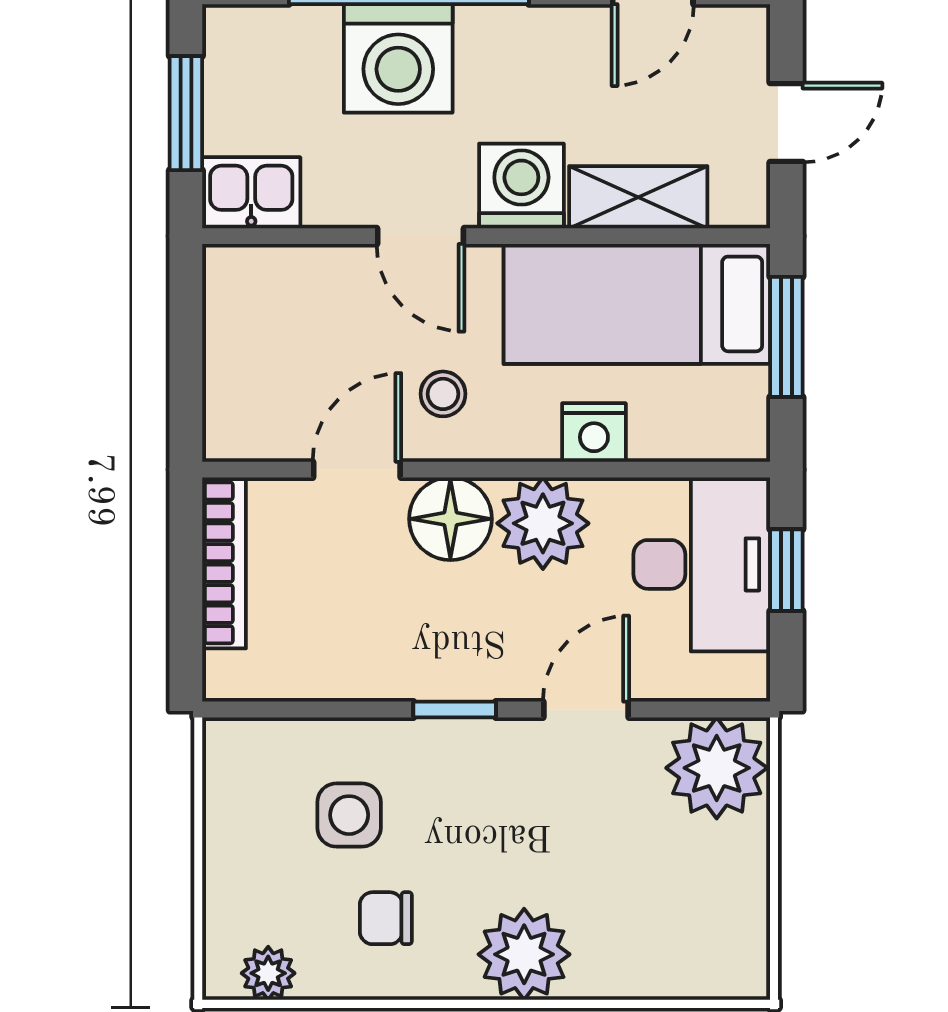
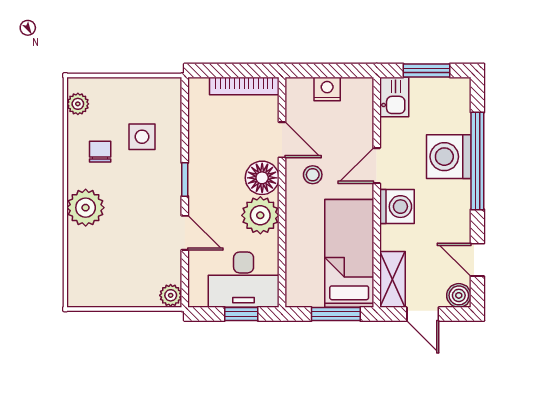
boiler: (741, 34) -> (459, 295), added
shelving: (638, 197) -> (392, 279), moved
nightstand: (594, 432) -> (327, 89), moved, turned 90
plant: (717, 768) -> (171, 295), width x0.53, depth x0.53

